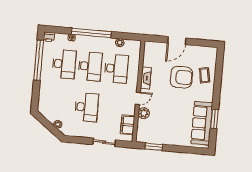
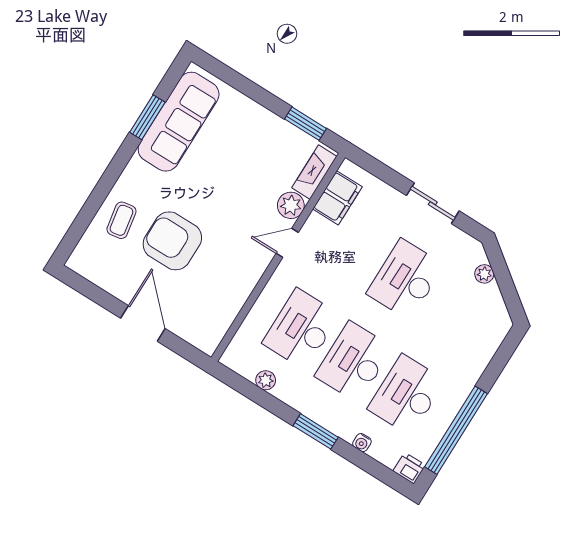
window: (91, 33) -> (316, 431), width x0.47
door: (177, 41) -> (143, 323), hinge flipped
fireplace: (146, 78) -> (314, 172), moved
sliding door: (104, 142) -> (433, 203), moved

